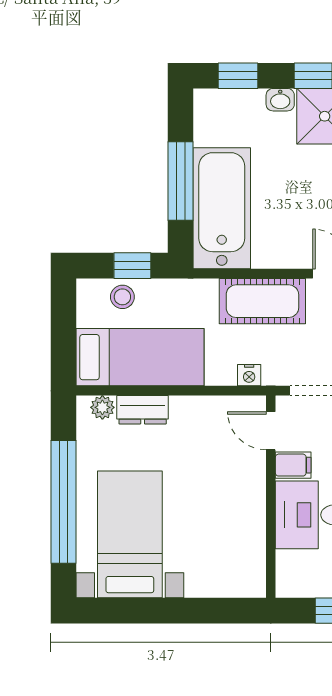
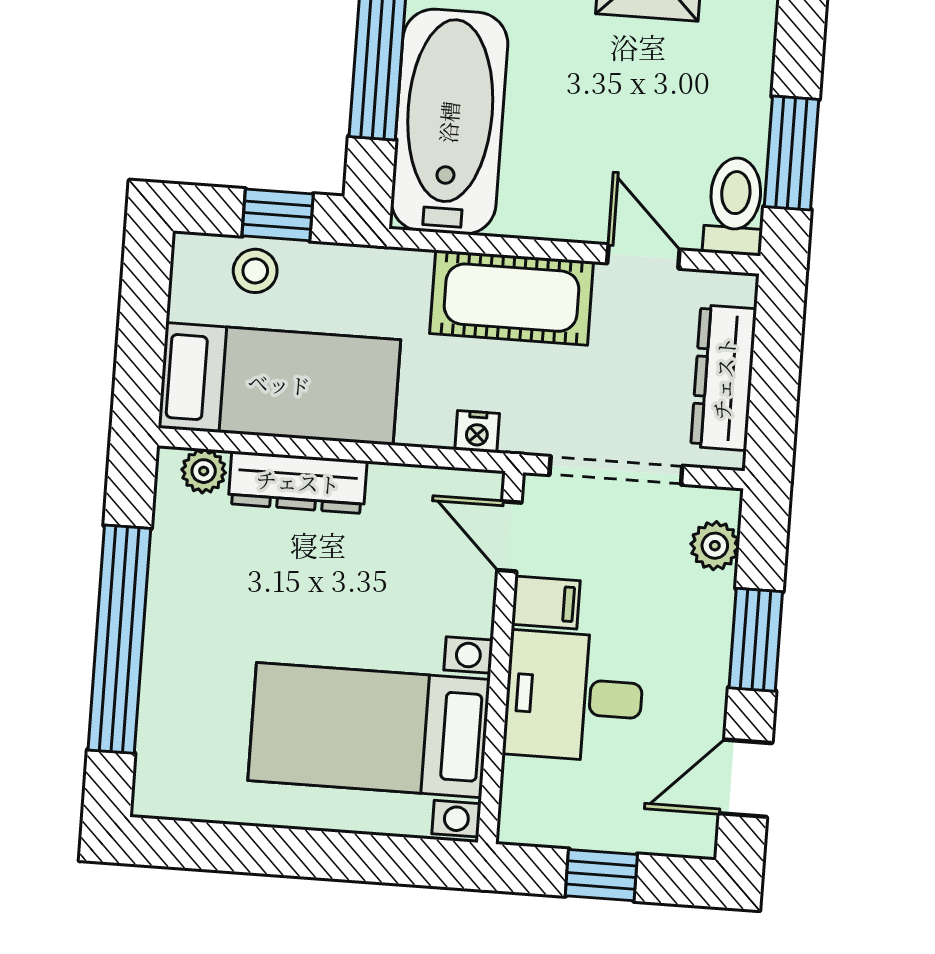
dresser: (143, 410) -> (298, 482), width x1.44
bed with nightstands: (130, 534) -> (369, 730), moved, turned -90

